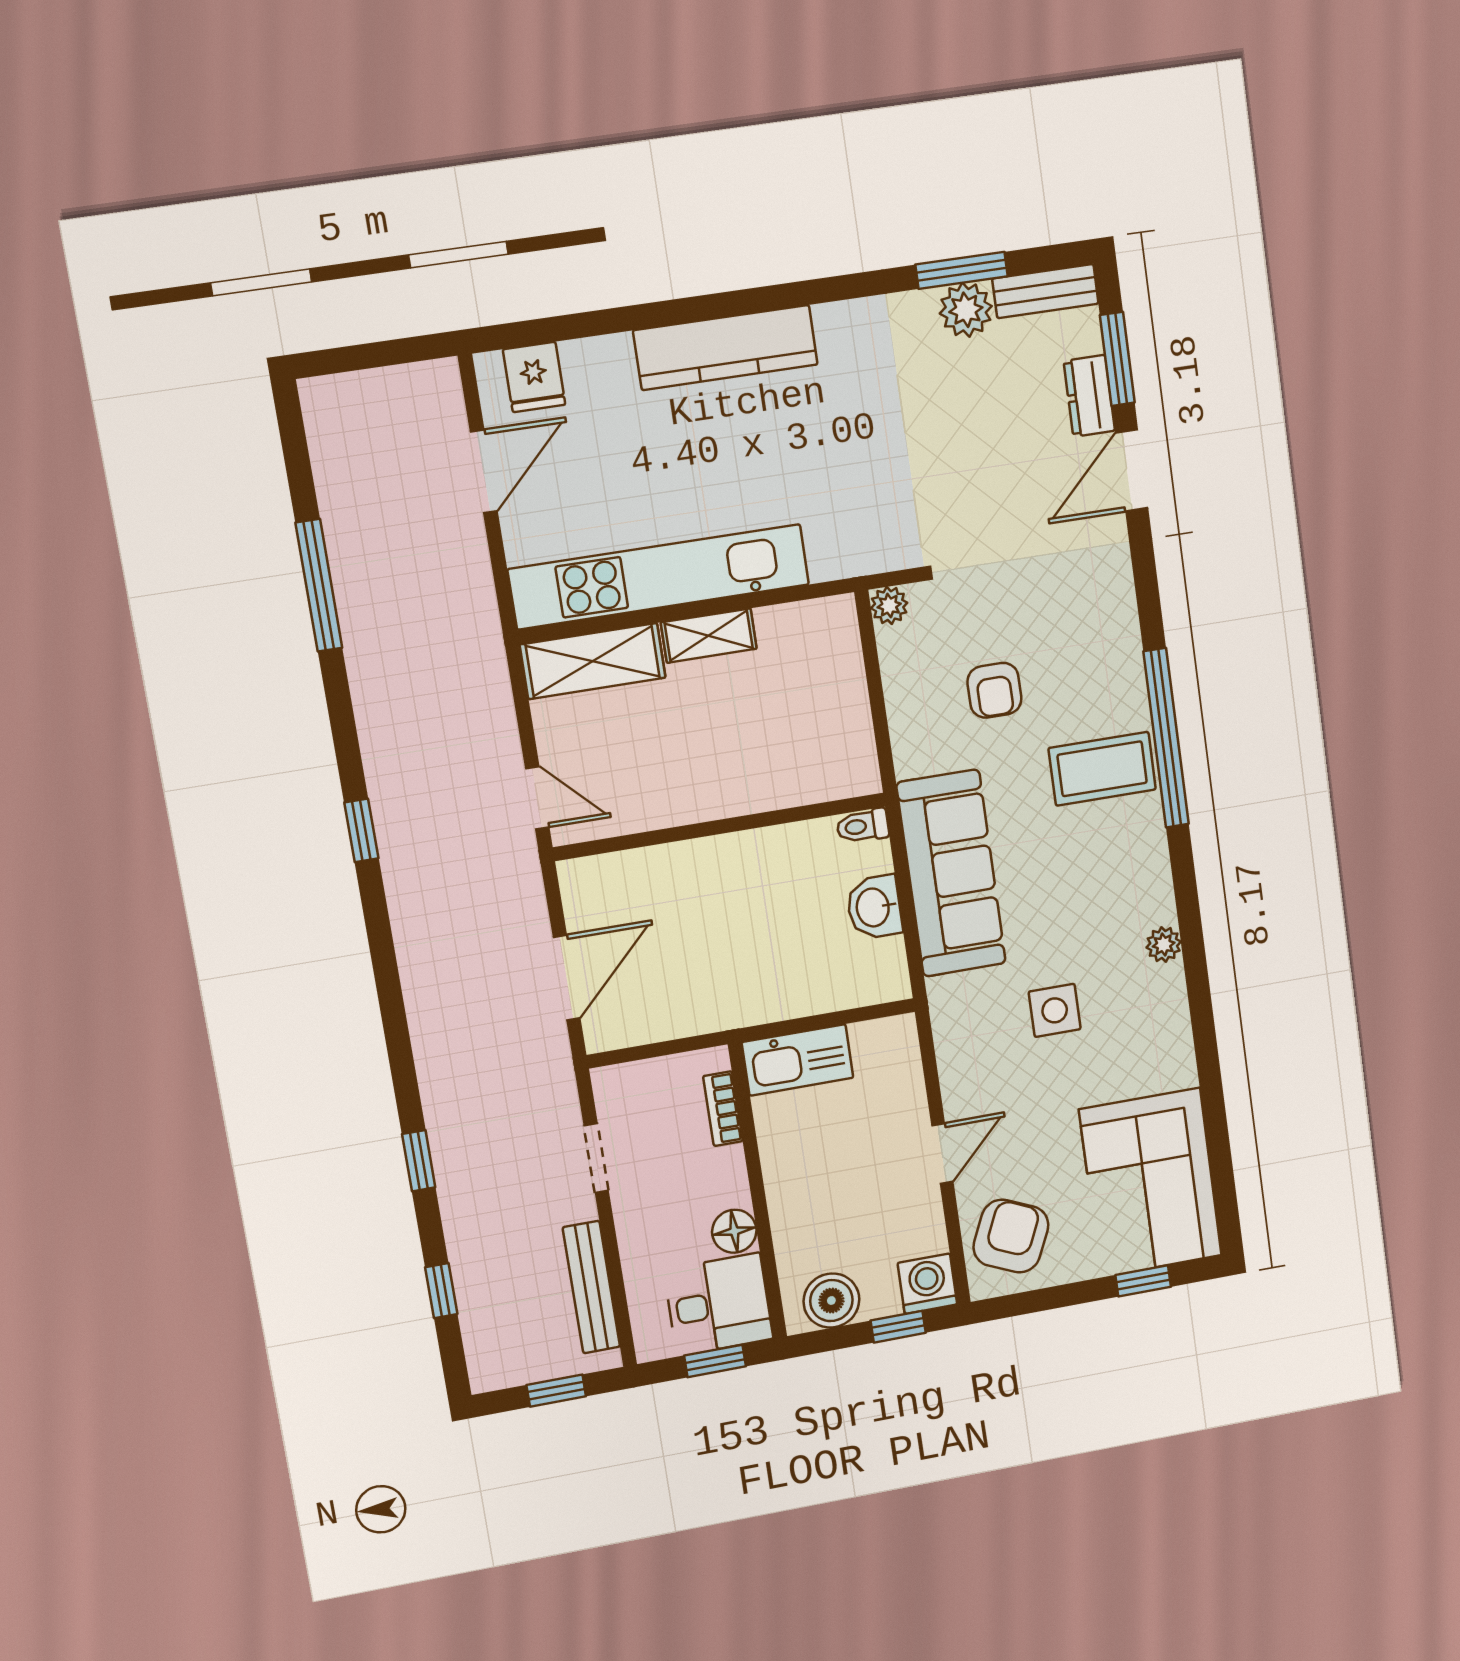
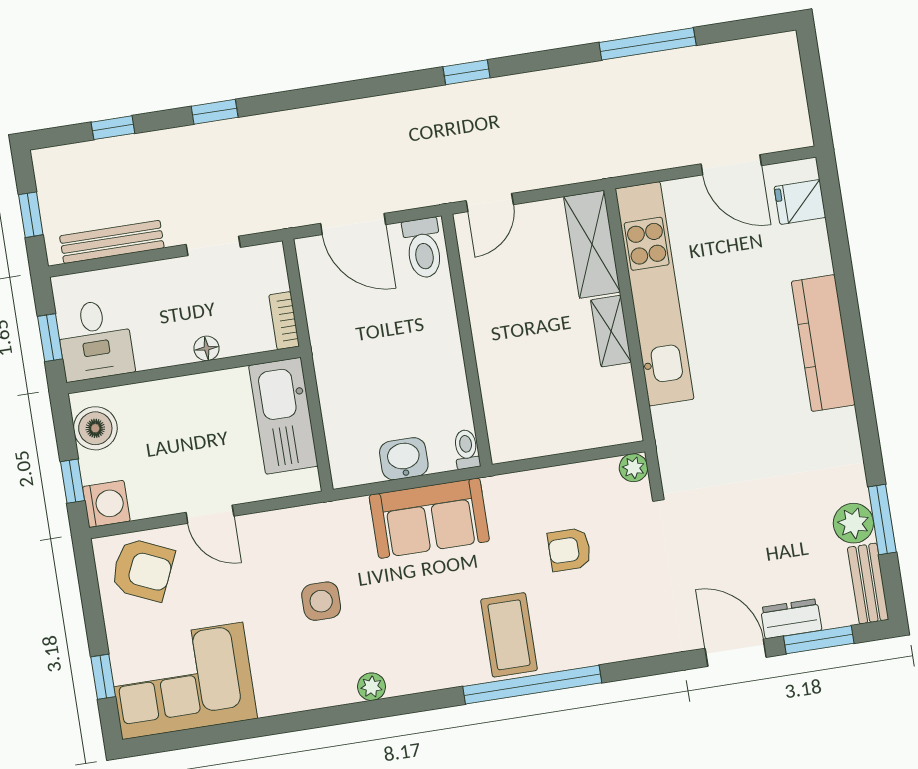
sofa: (951, 873) -> (429, 518), width x0.73
toilet: (598, 885) -> (423, 248), added
kitchen sink: (798, 1060) -> (283, 416), width x1.36, depth x1.24
bookcase: (723, 1109) -> (284, 321), moved, turned -90
floor lamp: (734, 1231) -> (207, 348), moved, width x0.73, depth x0.73

